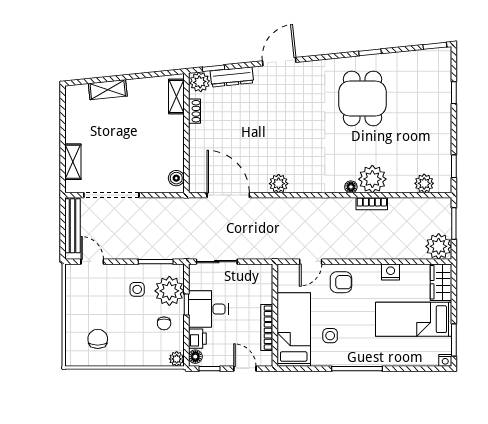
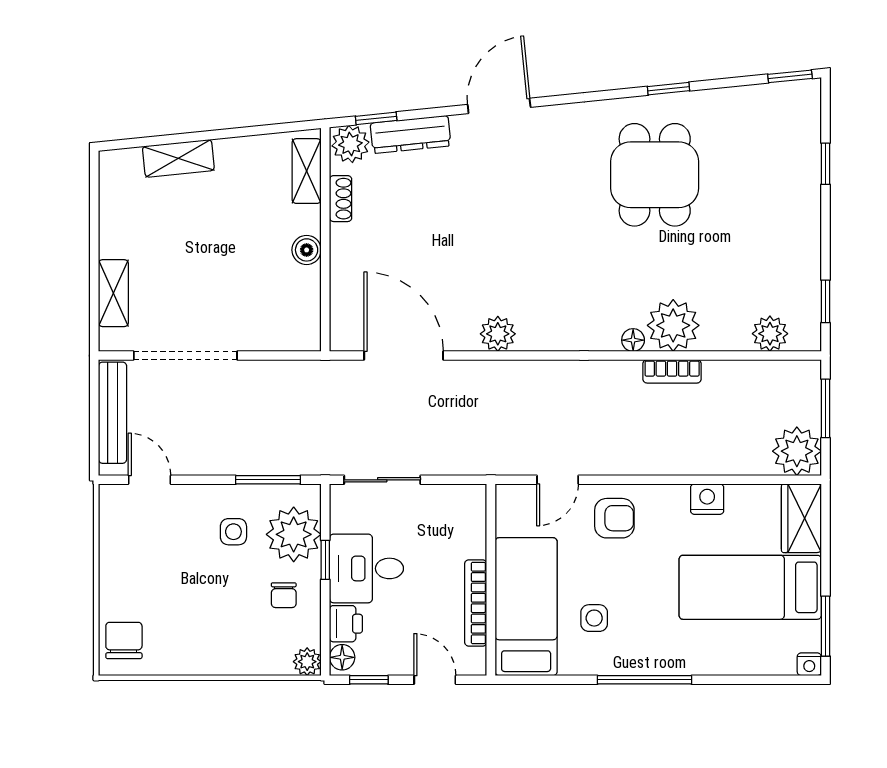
boiler: (176, 178) -> (307, 250), moved
chair: (98, 339) -> (124, 640), moved

